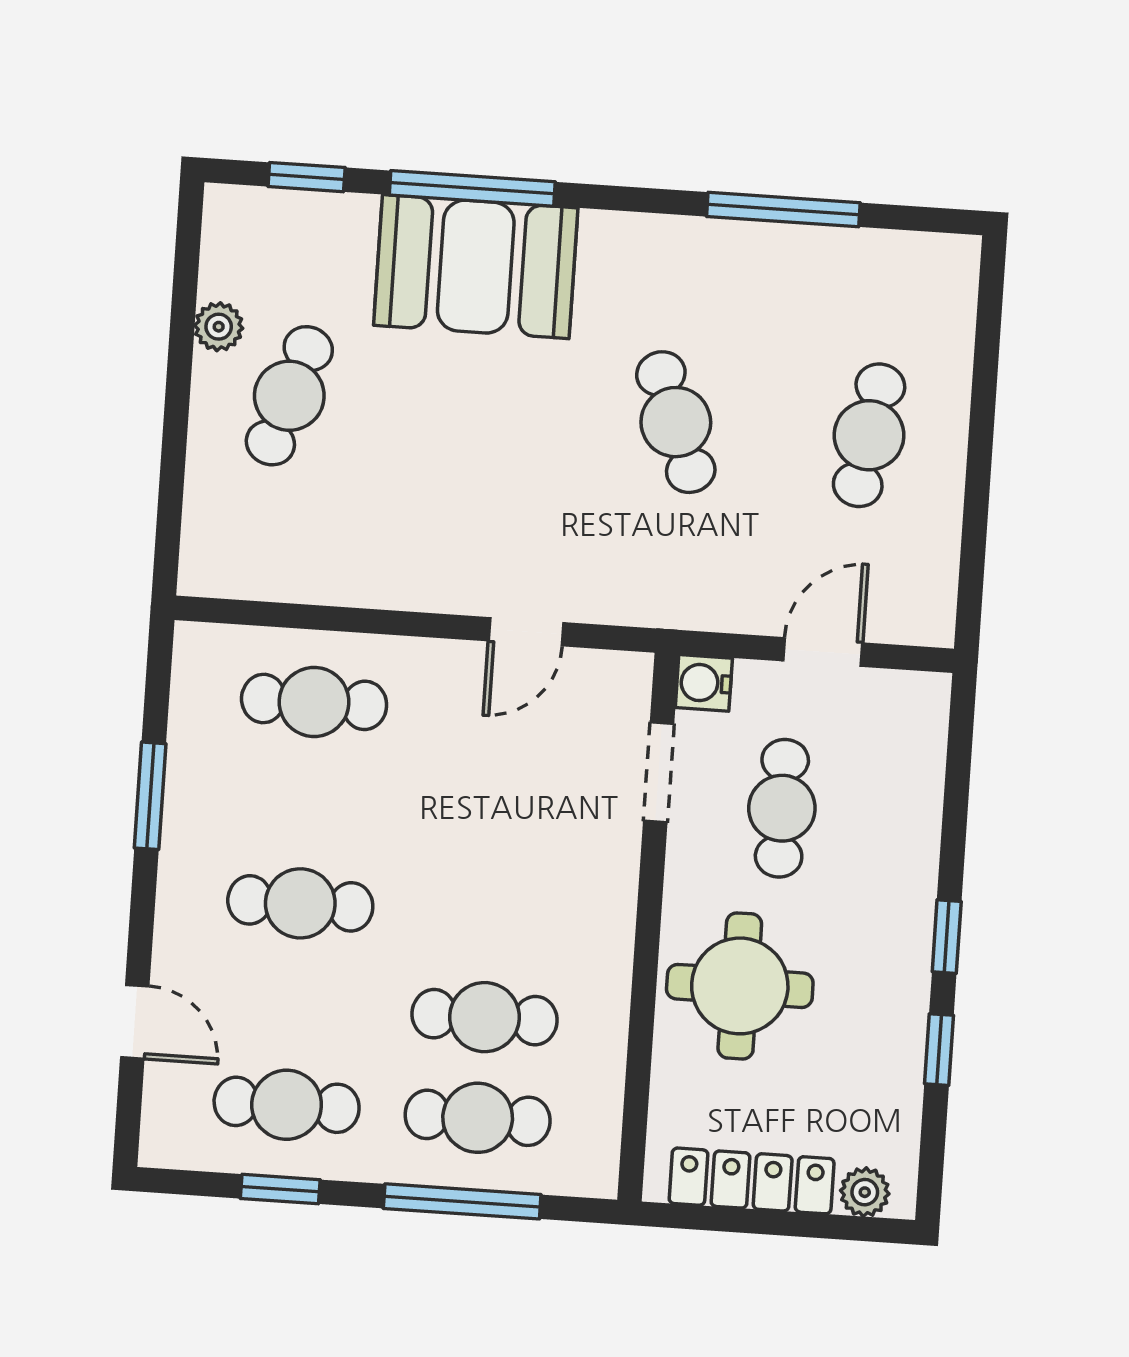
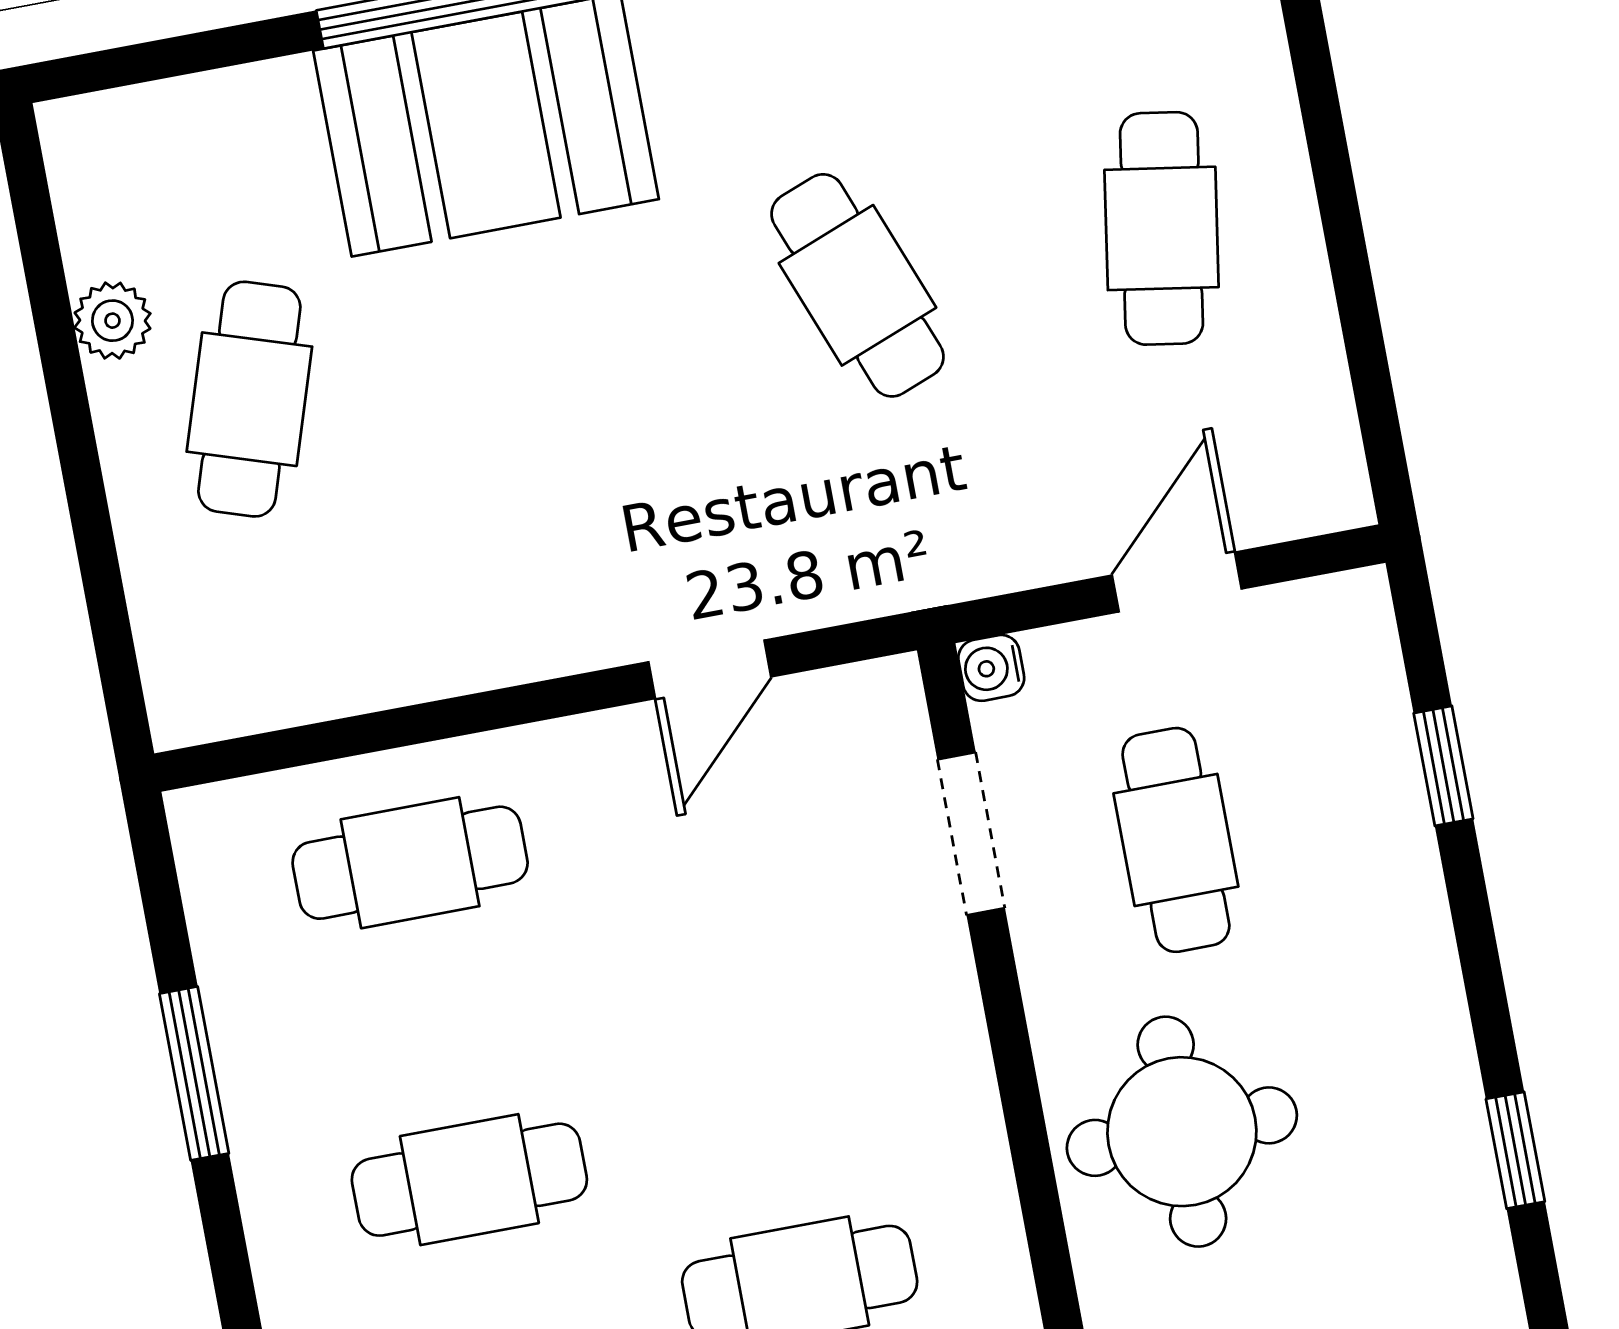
window: (307, 177) -> (189, 54), removed
water cooler: (704, 683) -> (991, 668), width x0.72, depth x0.72
window: (947, 937) -> (1443, 766), moved

